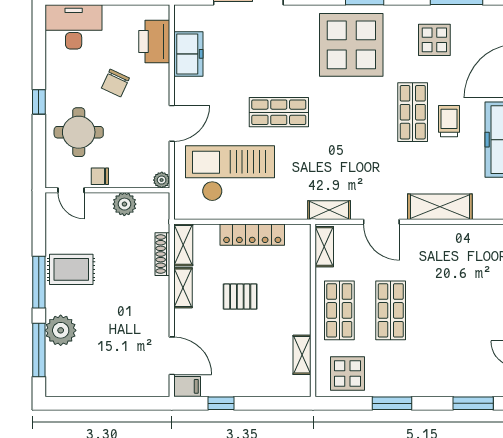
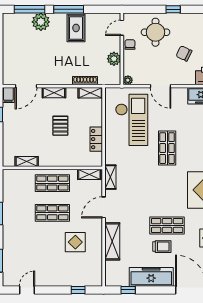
locker: (252, 235) -> (96, 139), width x0.66
shelving: (183, 288) -> (54, 93), moved
display table: (347, 373) -> (75, 242), moved

